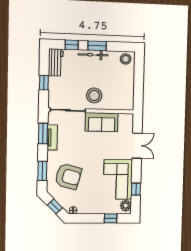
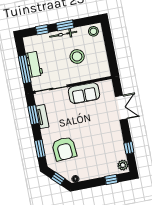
workbench: (56, 62) -> (34, 64), moved
window: (44, 83) -> (25, 69), width x2.17
stool: (94, 95) -> (77, 56), moved
armchair: (68, 176) -> (64, 149), turned 71
corner sofa: (118, 179) -> (110, 142), removed

